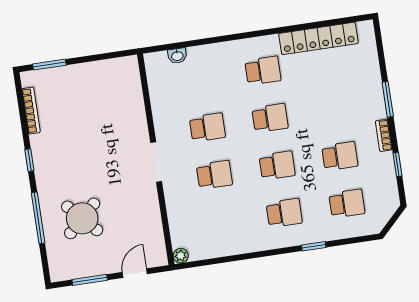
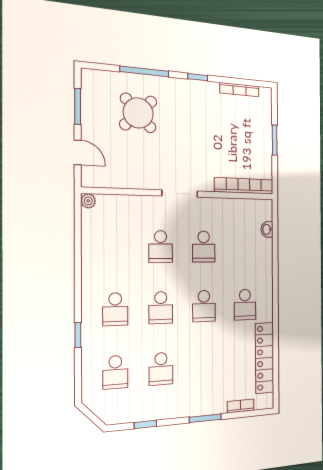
window: (49, 65) -> (275, 140), moved
bookcase: (134, 90) -> (244, 186), added
bookcase: (384, 135) -> (241, 406), moved

